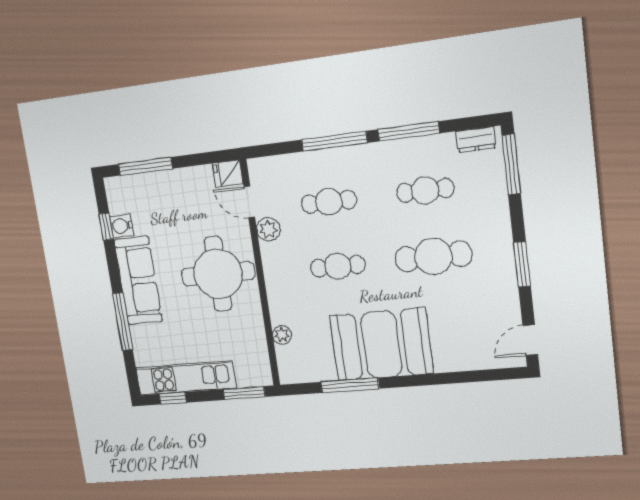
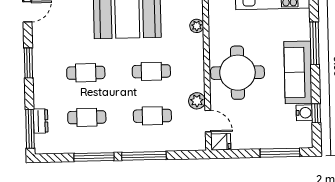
dresser: (476, 140) -> (41, 121), moved, turned 90
cafe table: (433, 257) -> (86, 73), width x0.73, depth x0.74

